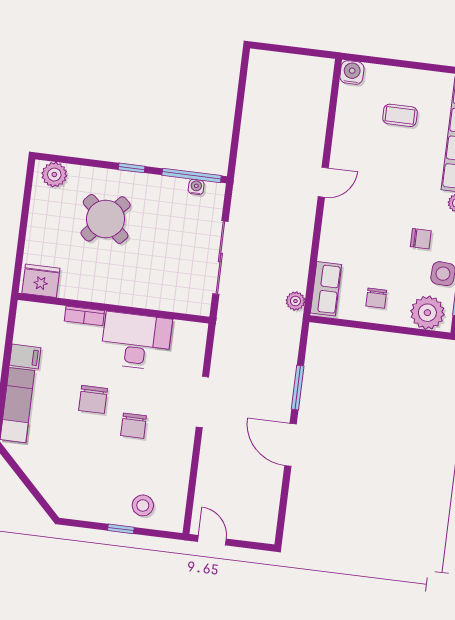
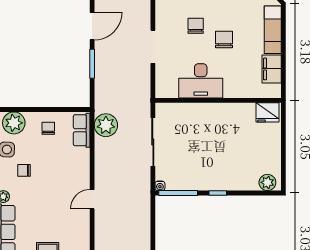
water cooler: (196, 187) -> (160, 186), moved
round table: (106, 219) -> (231, 158), removed
plant: (295, 301) -> (106, 125), width x1.87, depth x1.87
bookcase: (84, 316) -> (236, 93), removed
filing cabinet: (25, 357) -> (272, 69), width x2.00
door: (291, 445) -> (92, 26), hinge flipped

